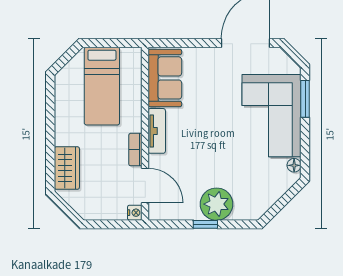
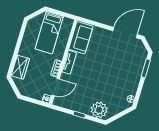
corner sofa: (272, 116) -> (127, 72), removed
door: (145, 185) -> (56, 87), hinge flipped
plant: (217, 204) -> (99, 110), moved

